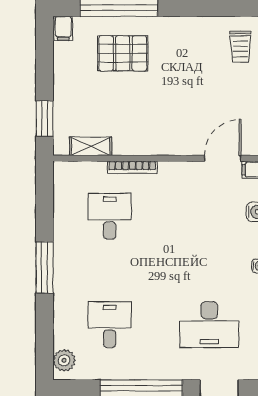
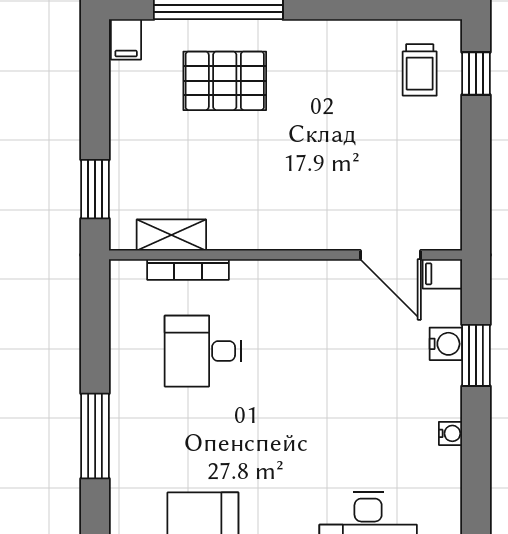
door: (223, 158) -> (390, 255), swing flipped
bookcase: (132, 167) -> (188, 270), moved
desk: (110, 216) -> (203, 351), turned -90

